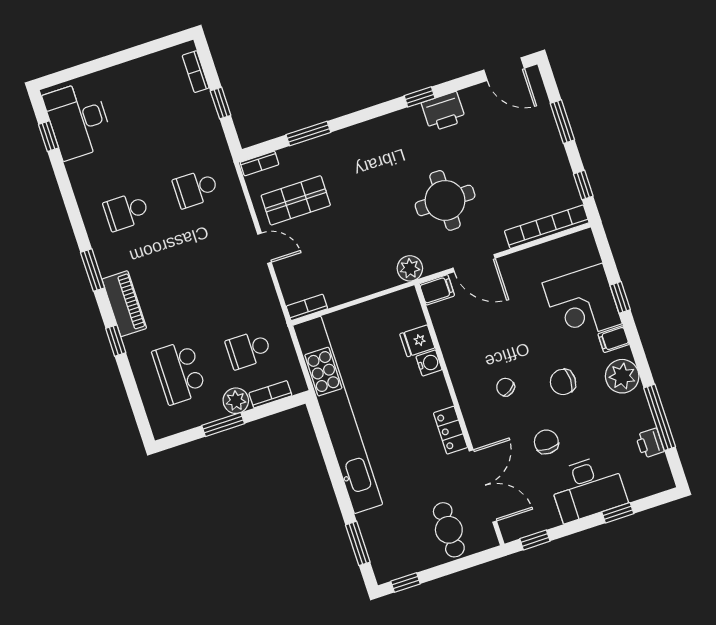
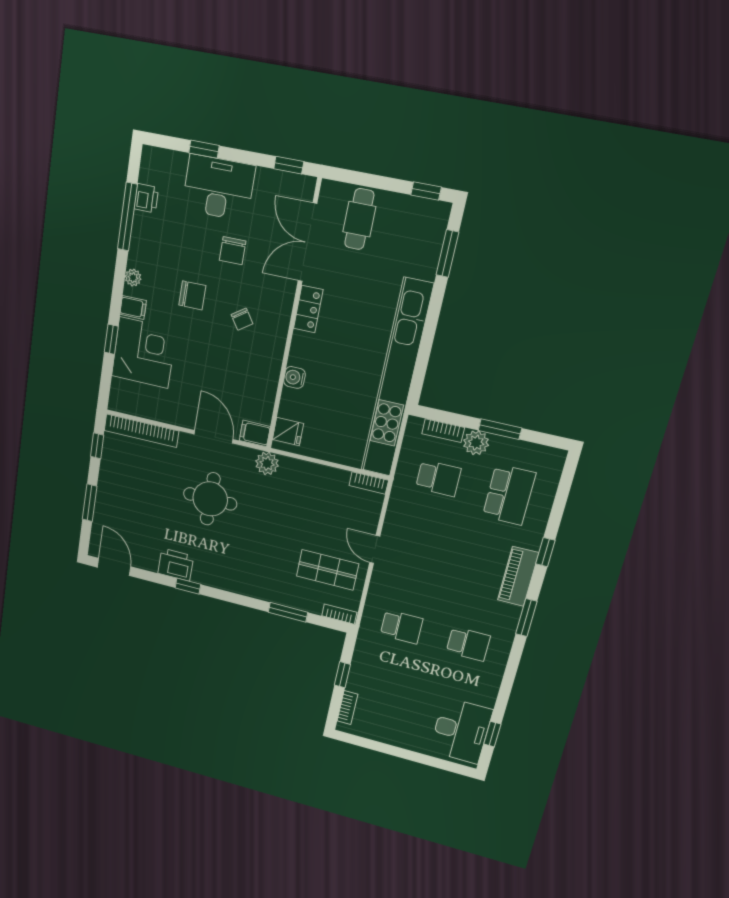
fridge: (417, 341) -> (288, 432), moved
plant: (622, 376) -> (133, 278), width x0.53, depth x0.53

